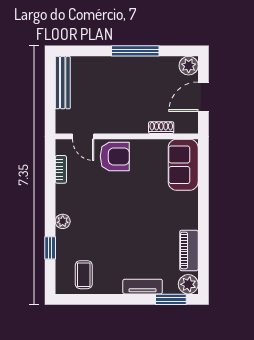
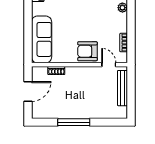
plant: (189, 66) -> (38, 112), removed
bench: (63, 83) -> (122, 88), moved
sofa: (183, 165) -> (42, 39), width x1.36

